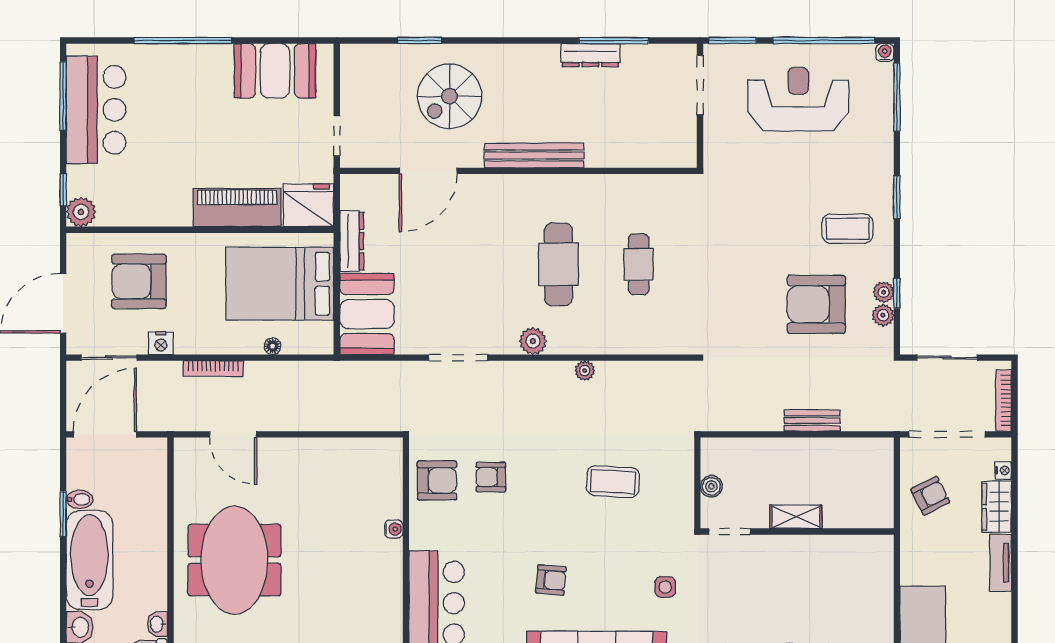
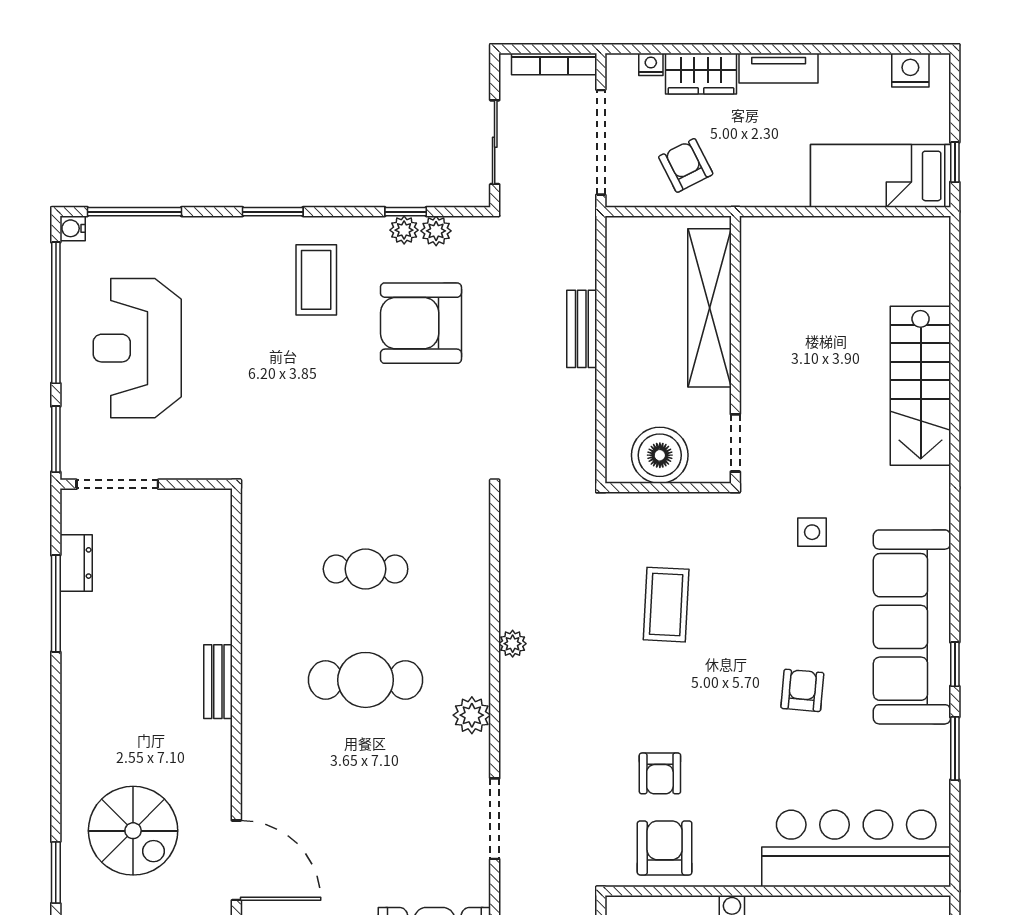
dresser: (590, 55) -> (76, 563), moved, width x0.70
bench: (534, 155) -> (218, 682), width x0.54, depth x0.82
armchair: (816, 304) -> (421, 323), turned 90
boiler: (711, 486) -> (660, 455), width x1.86, depth x1.86
shelving: (796, 517) -> (709, 308), width x2.20, depth x1.33

